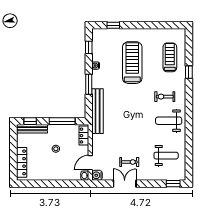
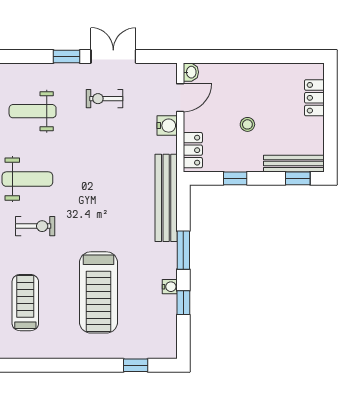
window: (89, 47) -> (183, 303), moved
treadmill: (170, 57) -> (25, 303), turned 180
window: (62, 121) -> (235, 178), width x0.46
locker: (22, 162) -> (314, 98), width x0.66
water cooler: (97, 175) -> (167, 126), moved
double door: (125, 184) -> (113, 57), swing flipped
window: (173, 184) -> (67, 57), moved

